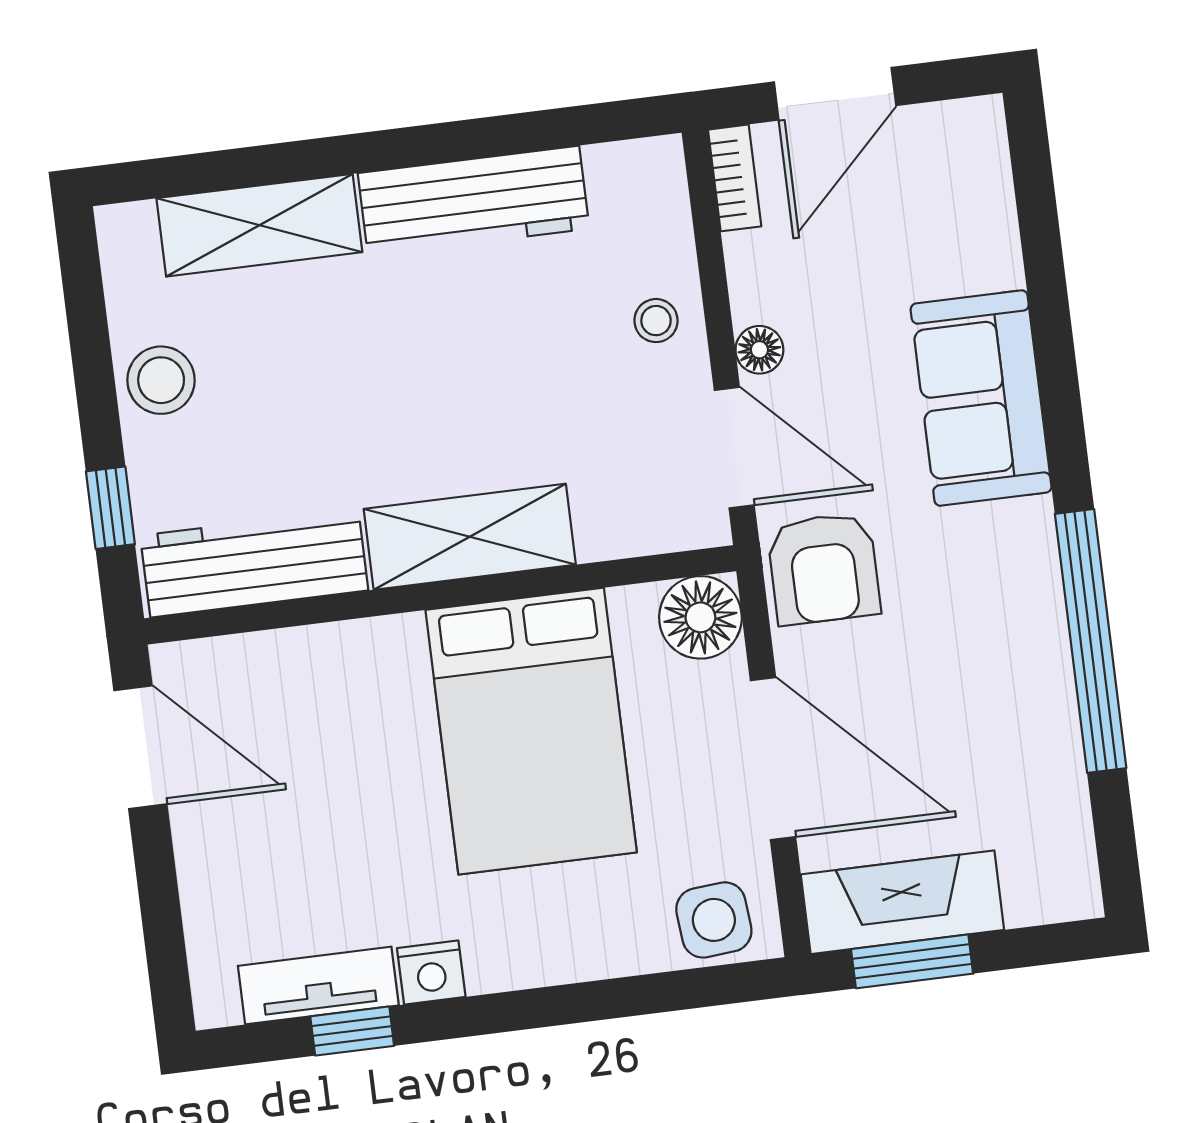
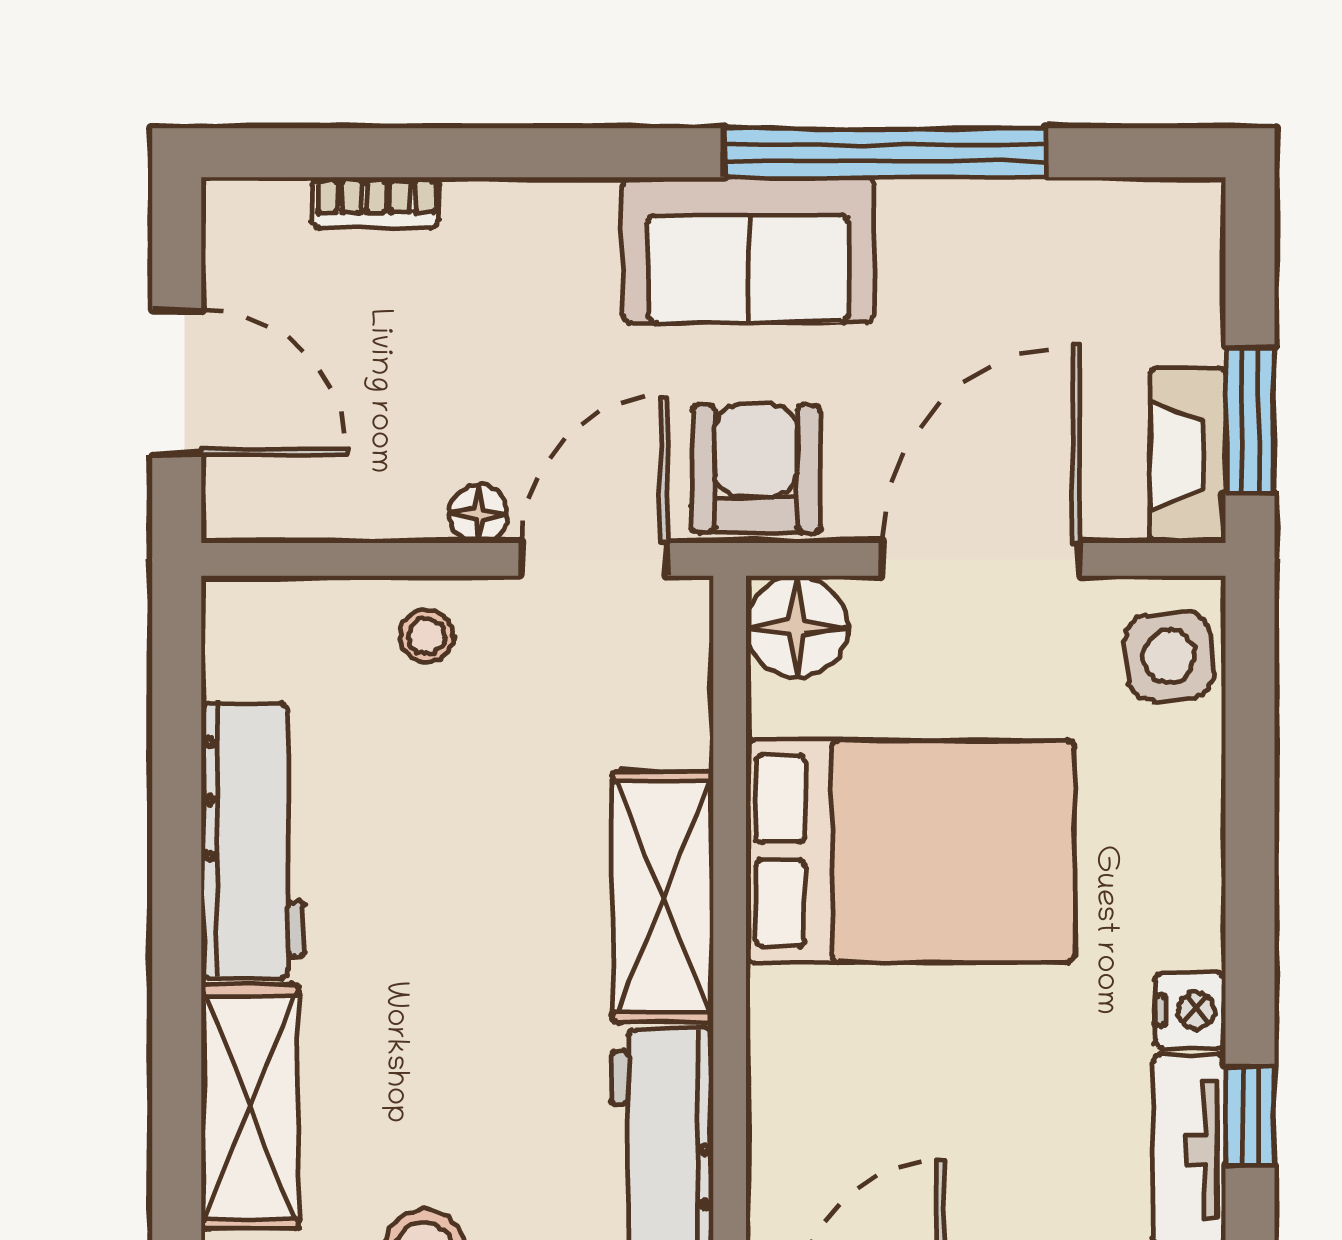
bookcase: (735, 178) -> (376, 203), moved, turned 180
sofa: (981, 398) -> (748, 250), moved
armchair: (824, 569) -> (756, 469), turned -90
fireplace: (902, 902) -> (1188, 455), width x0.73, depth x0.76

